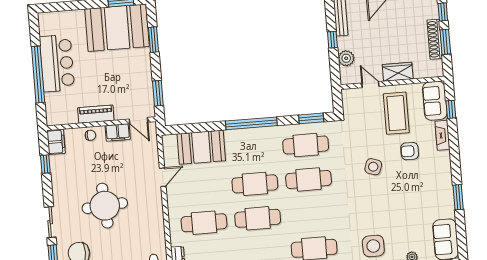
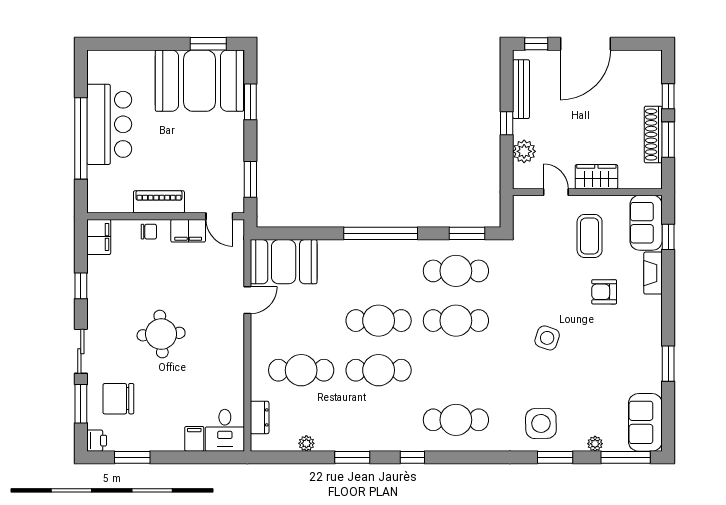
coffee table: (396, 113) -> (590, 236), width x0.73, depth x0.76
booth: (201, 147) -> (284, 262), moved
window: (45, 164) -> (81, 286), moved
side table: (373, 167) -> (547, 338), moved
round table: (105, 206) -> (161, 334), width x0.73, depth x0.73

